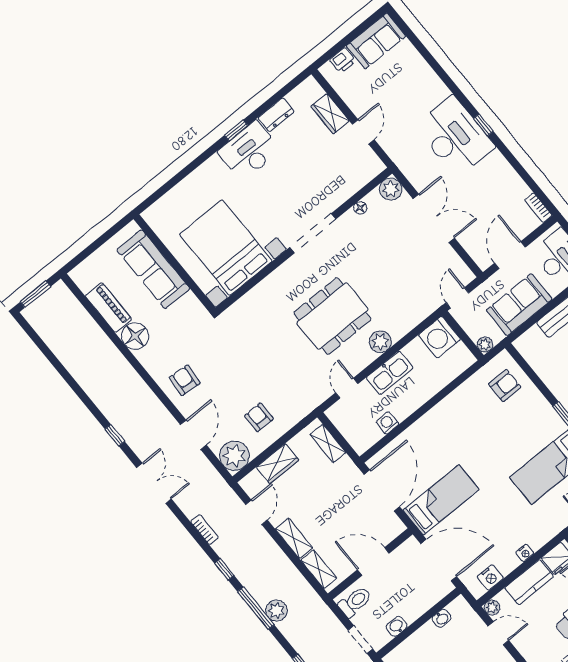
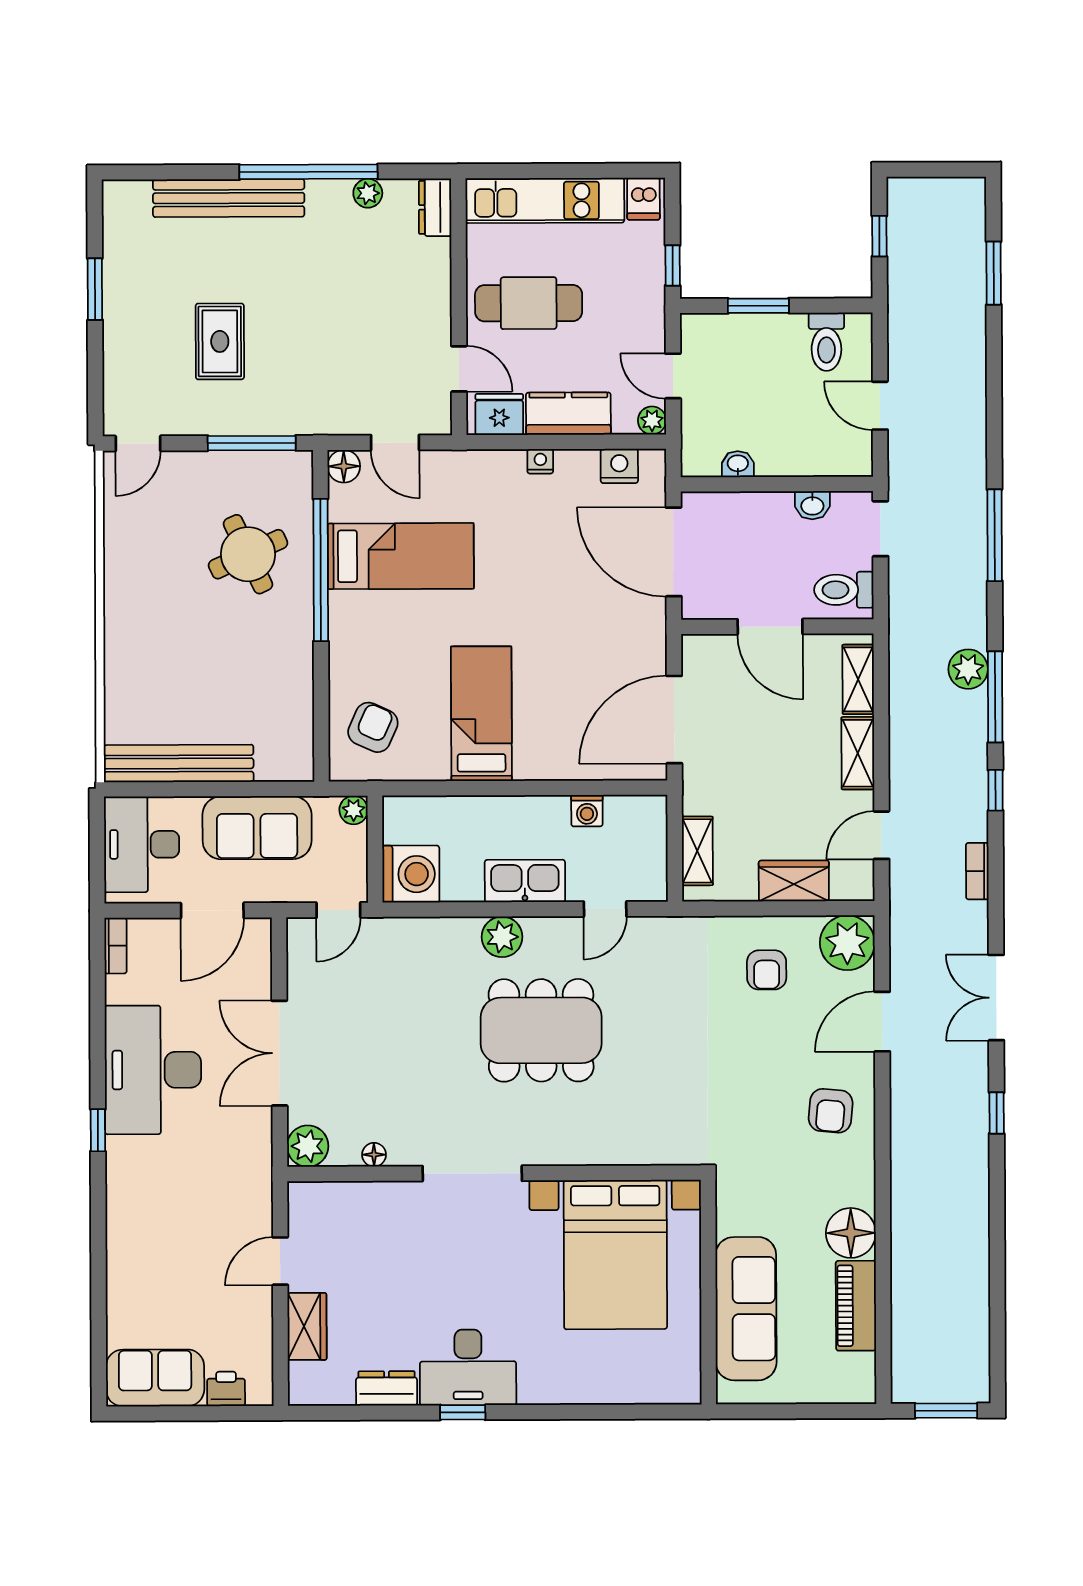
desk: (455, 137) -> (153, 1070), moved
armchair: (505, 386) -> (373, 727), turned 114
bed: (441, 500) -> (481, 714), moved, turned 90

